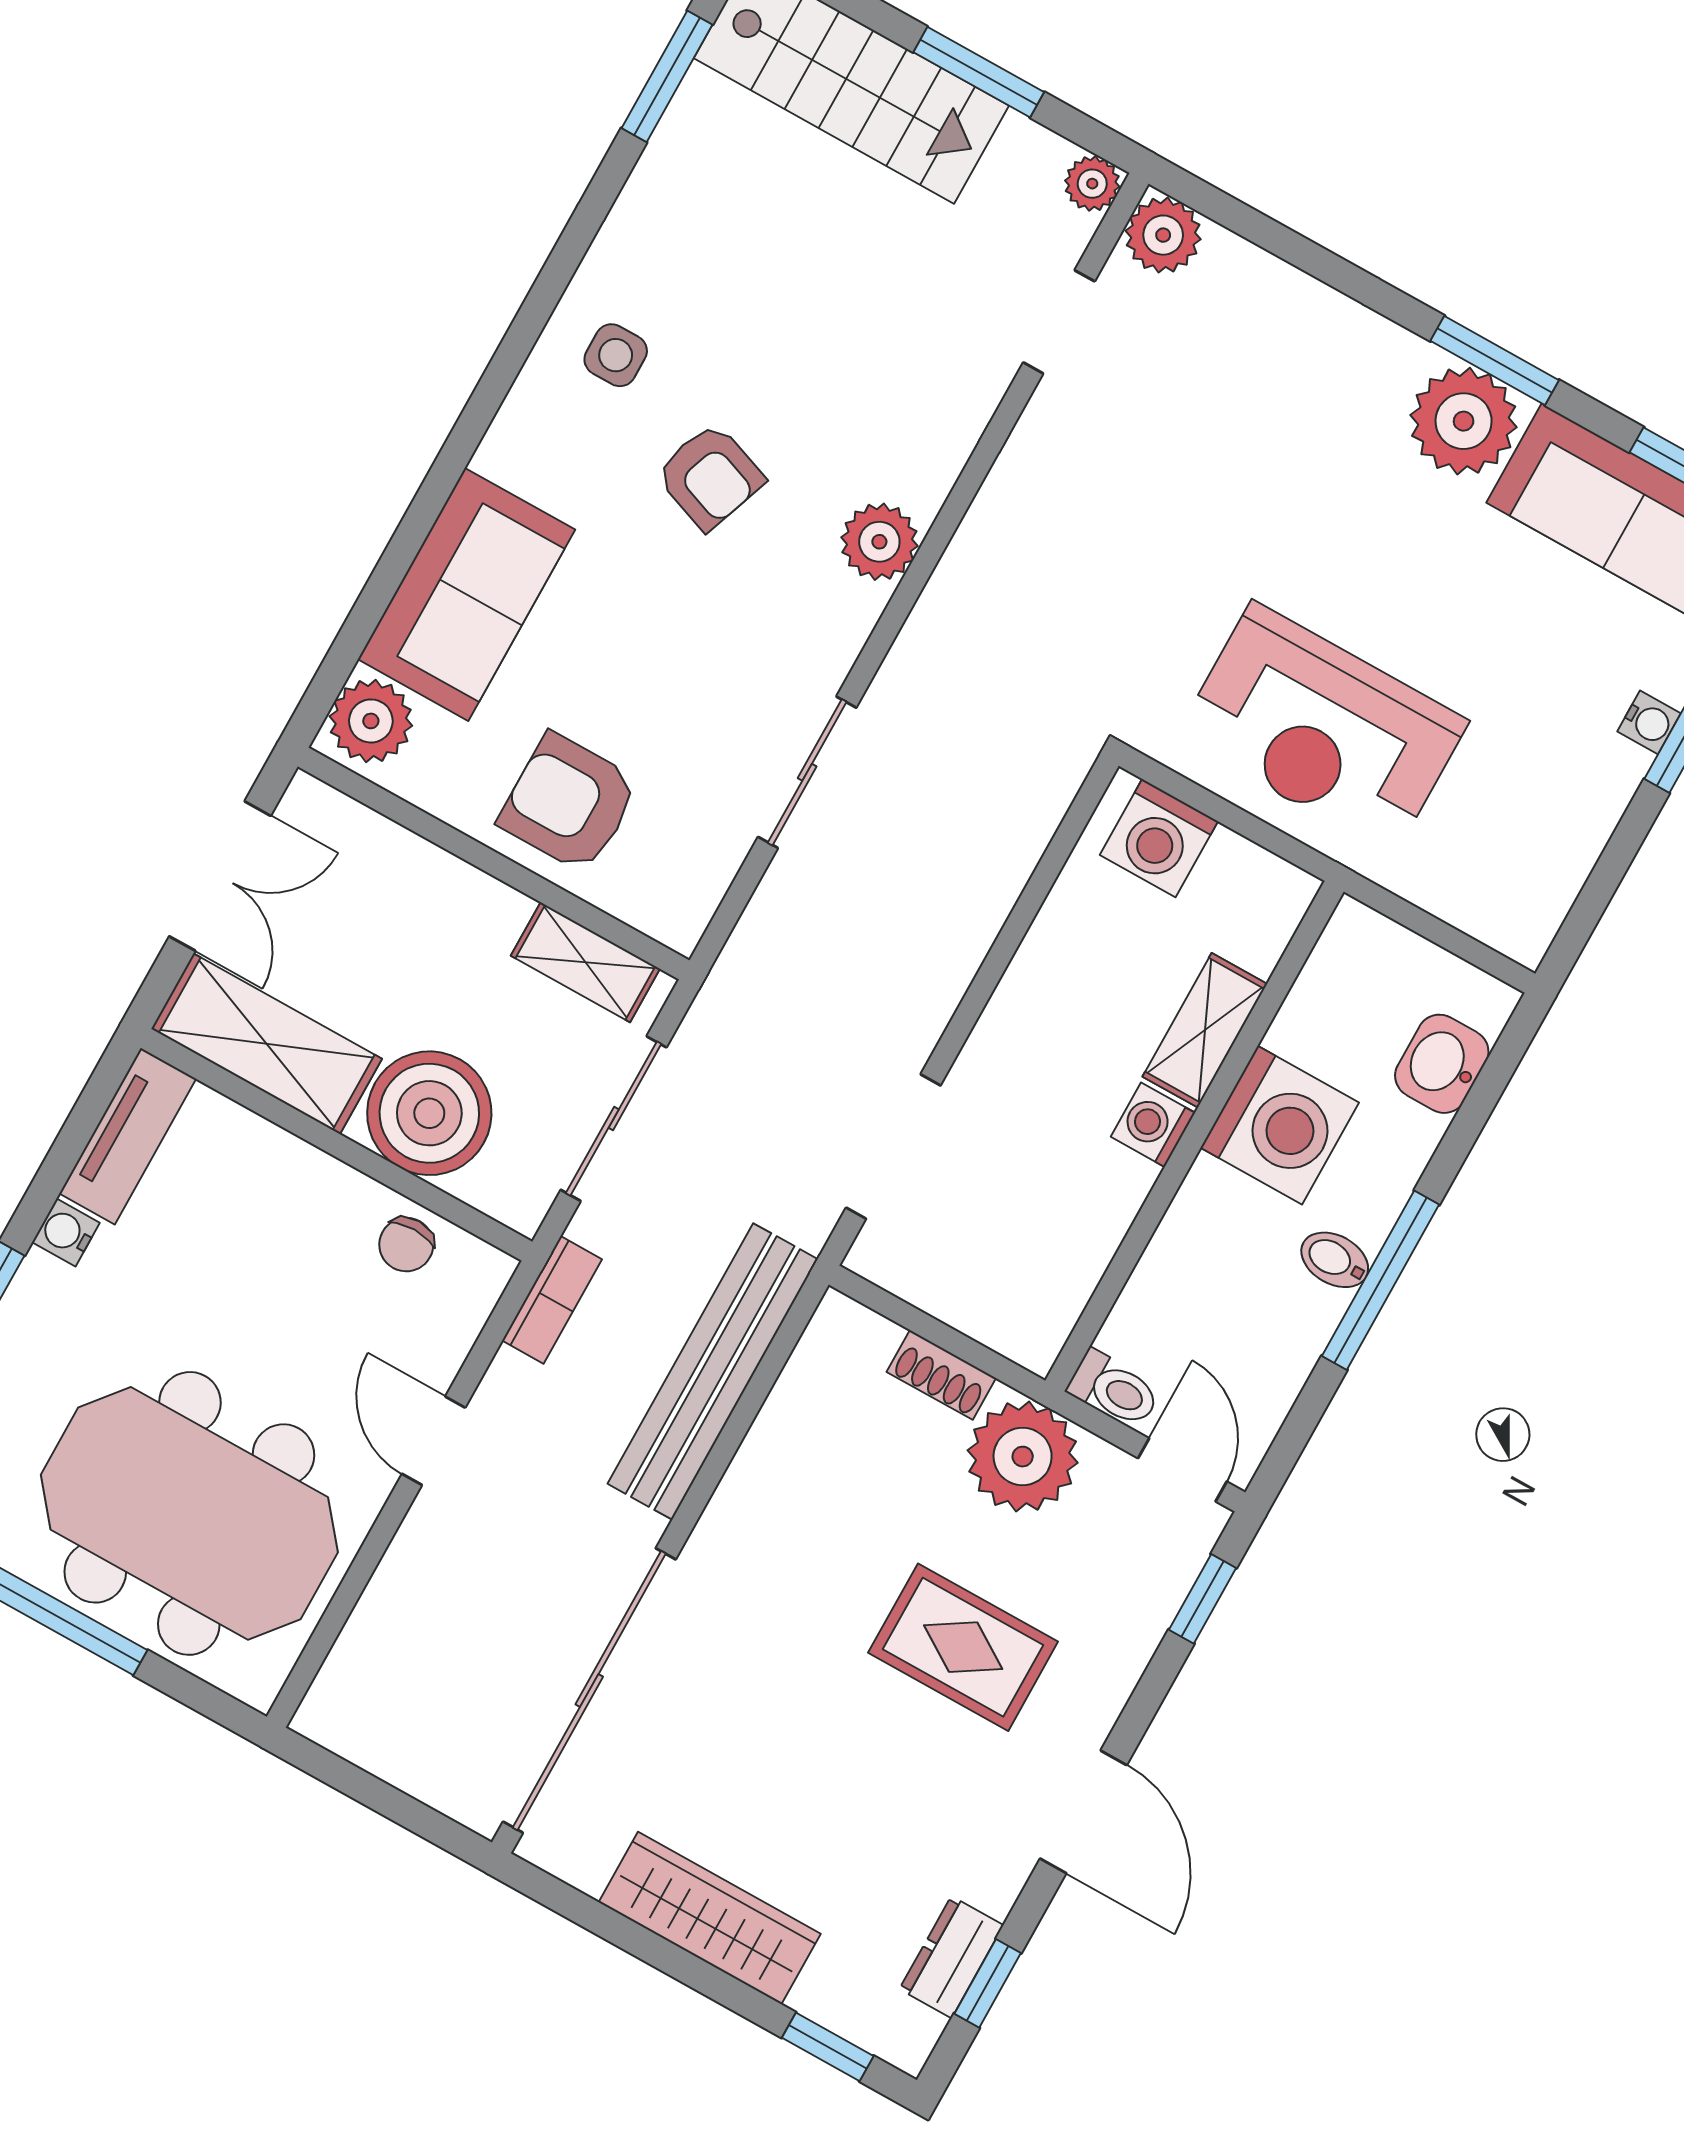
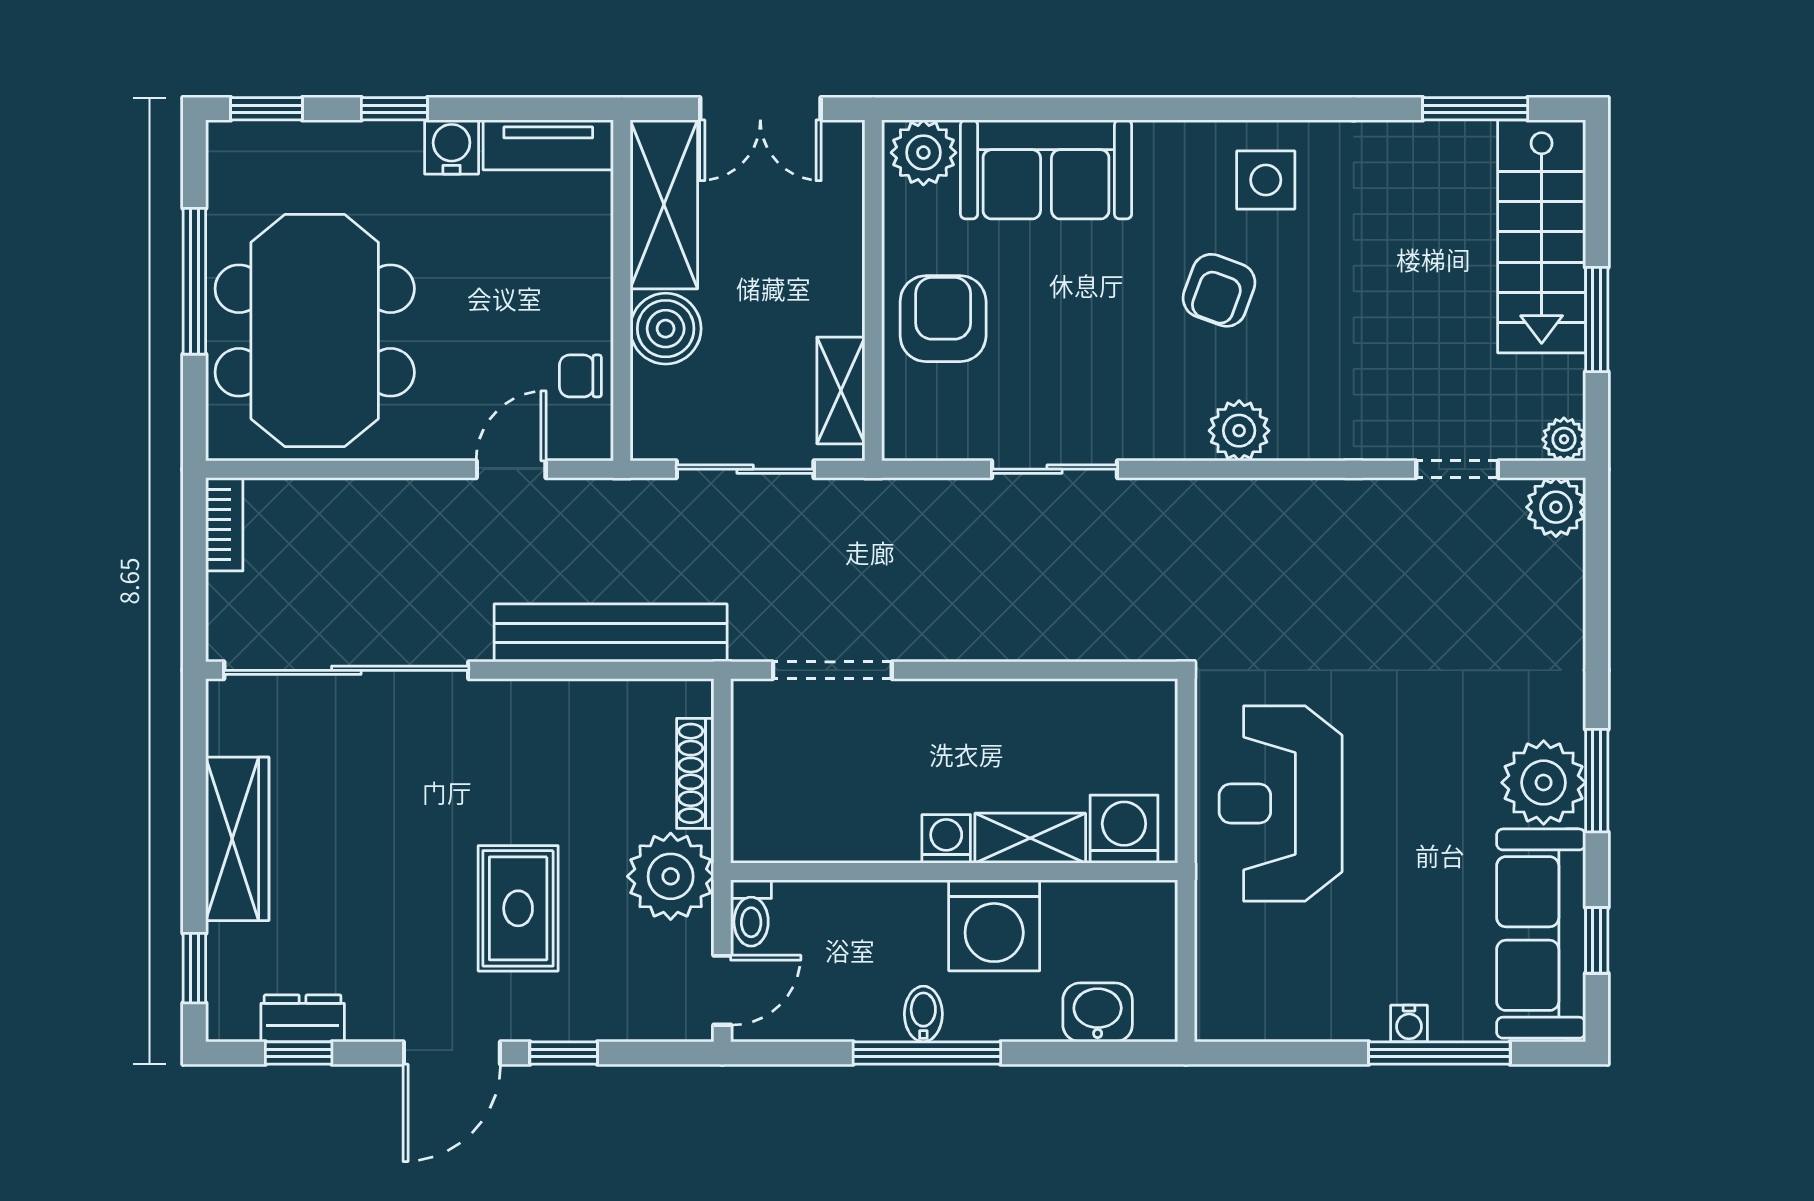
side table: (616, 355) -> (1266, 180), width x1.37, depth x1.37
washing machine: (1159, 838) -> (1124, 829), moved, turned 90
boiler: (429, 1113) -> (666, 329), width x0.73, depth x0.73
water cooler: (66, 1232) -> (452, 147), width x1.38, depth x1.38
bookcase: (552, 1300) -> (224, 524), moved, turned -90
shoe rack: (941, 1375) -> (695, 773), width x1.43
door: (434, 1441) -> (511, 469), moved
window: (1202, 1599) -> (564, 1053), moved

